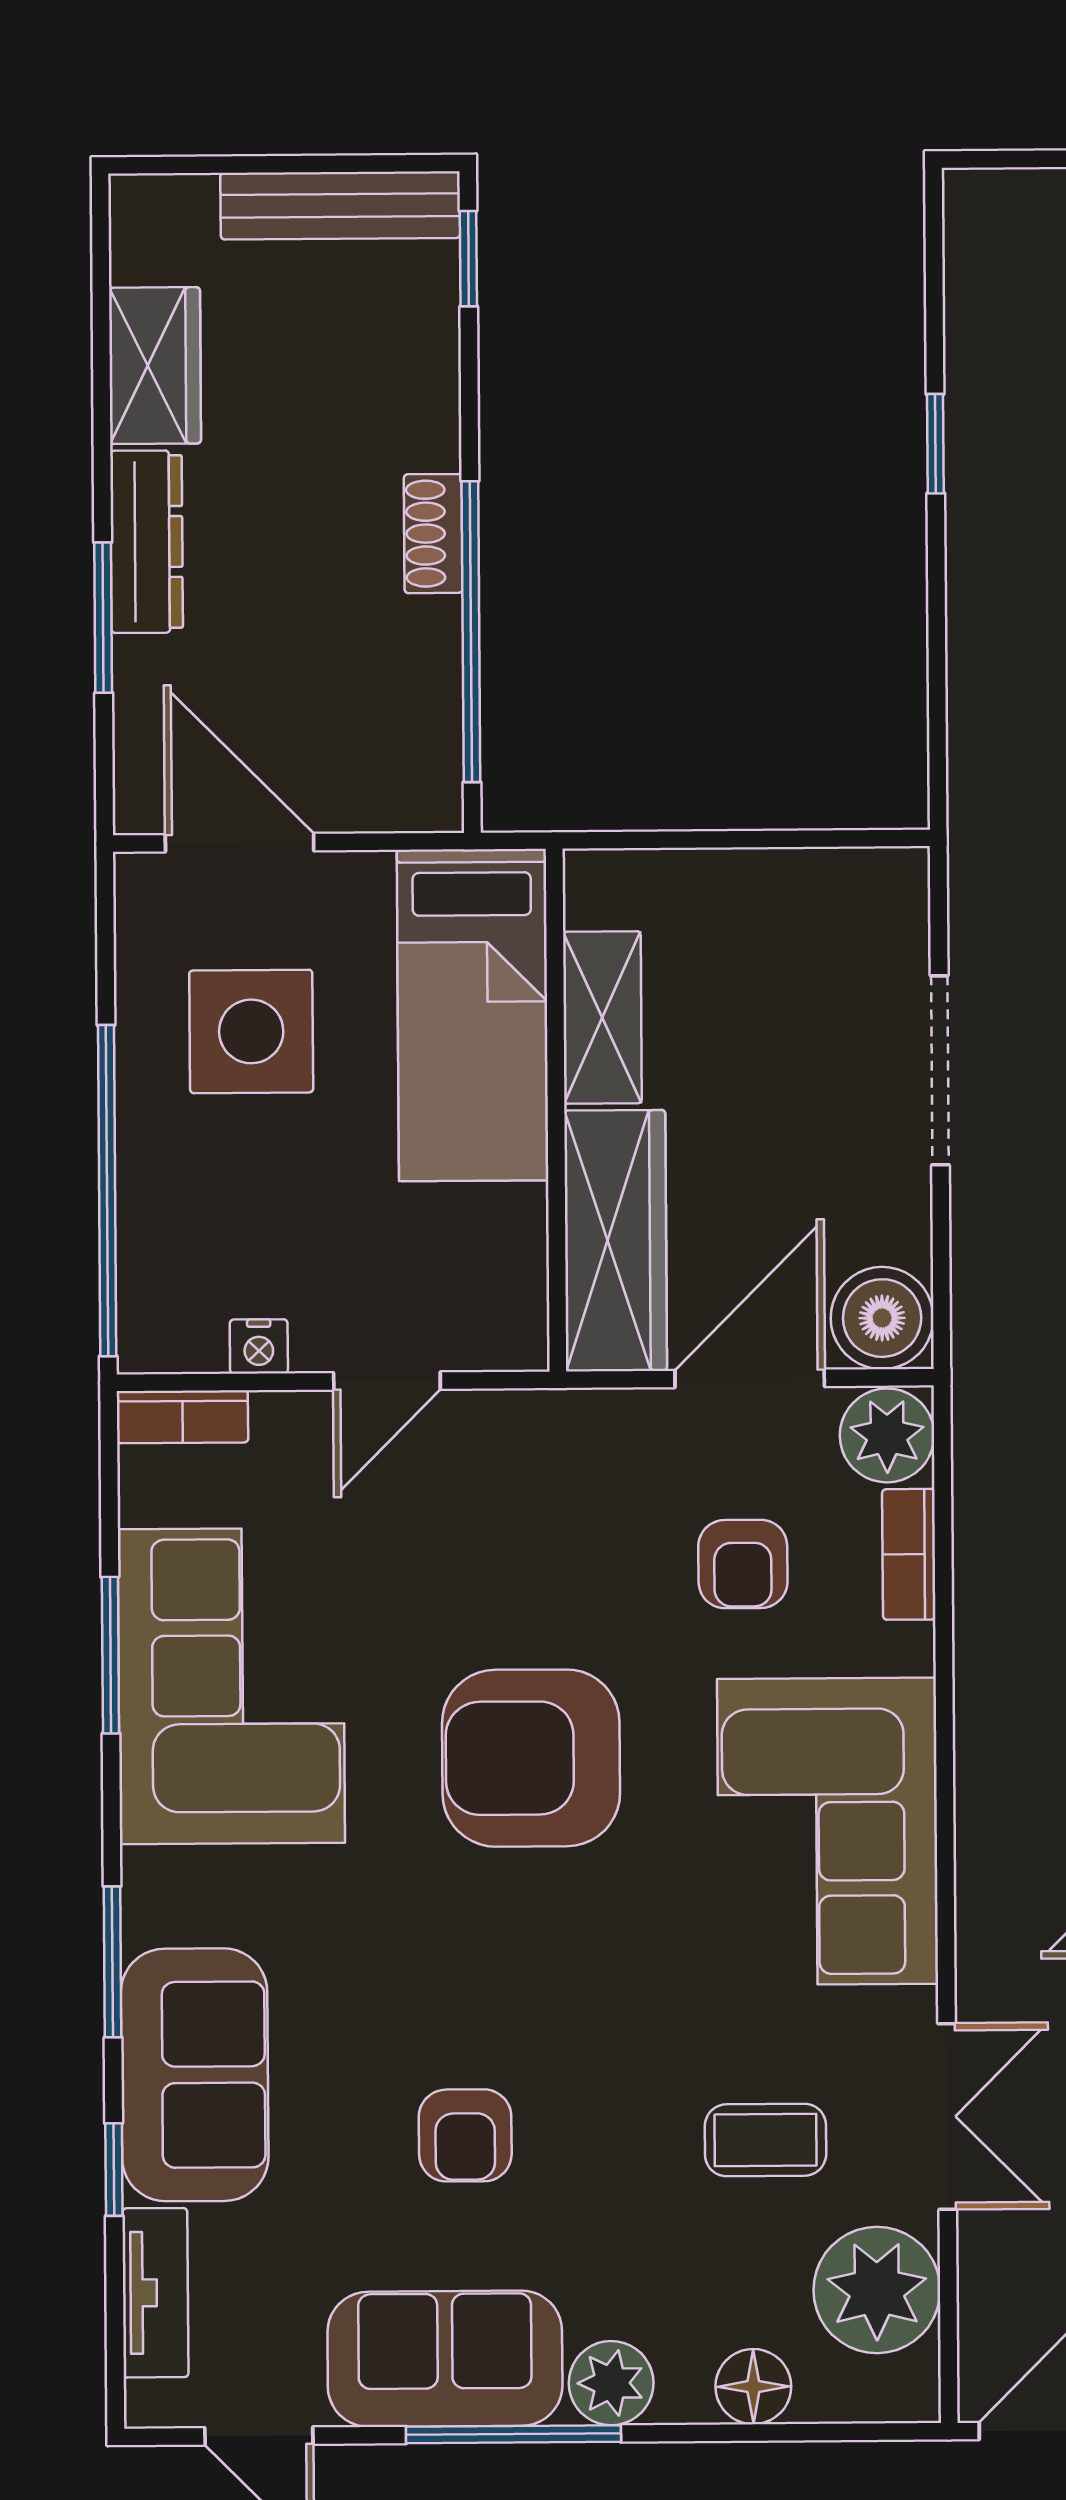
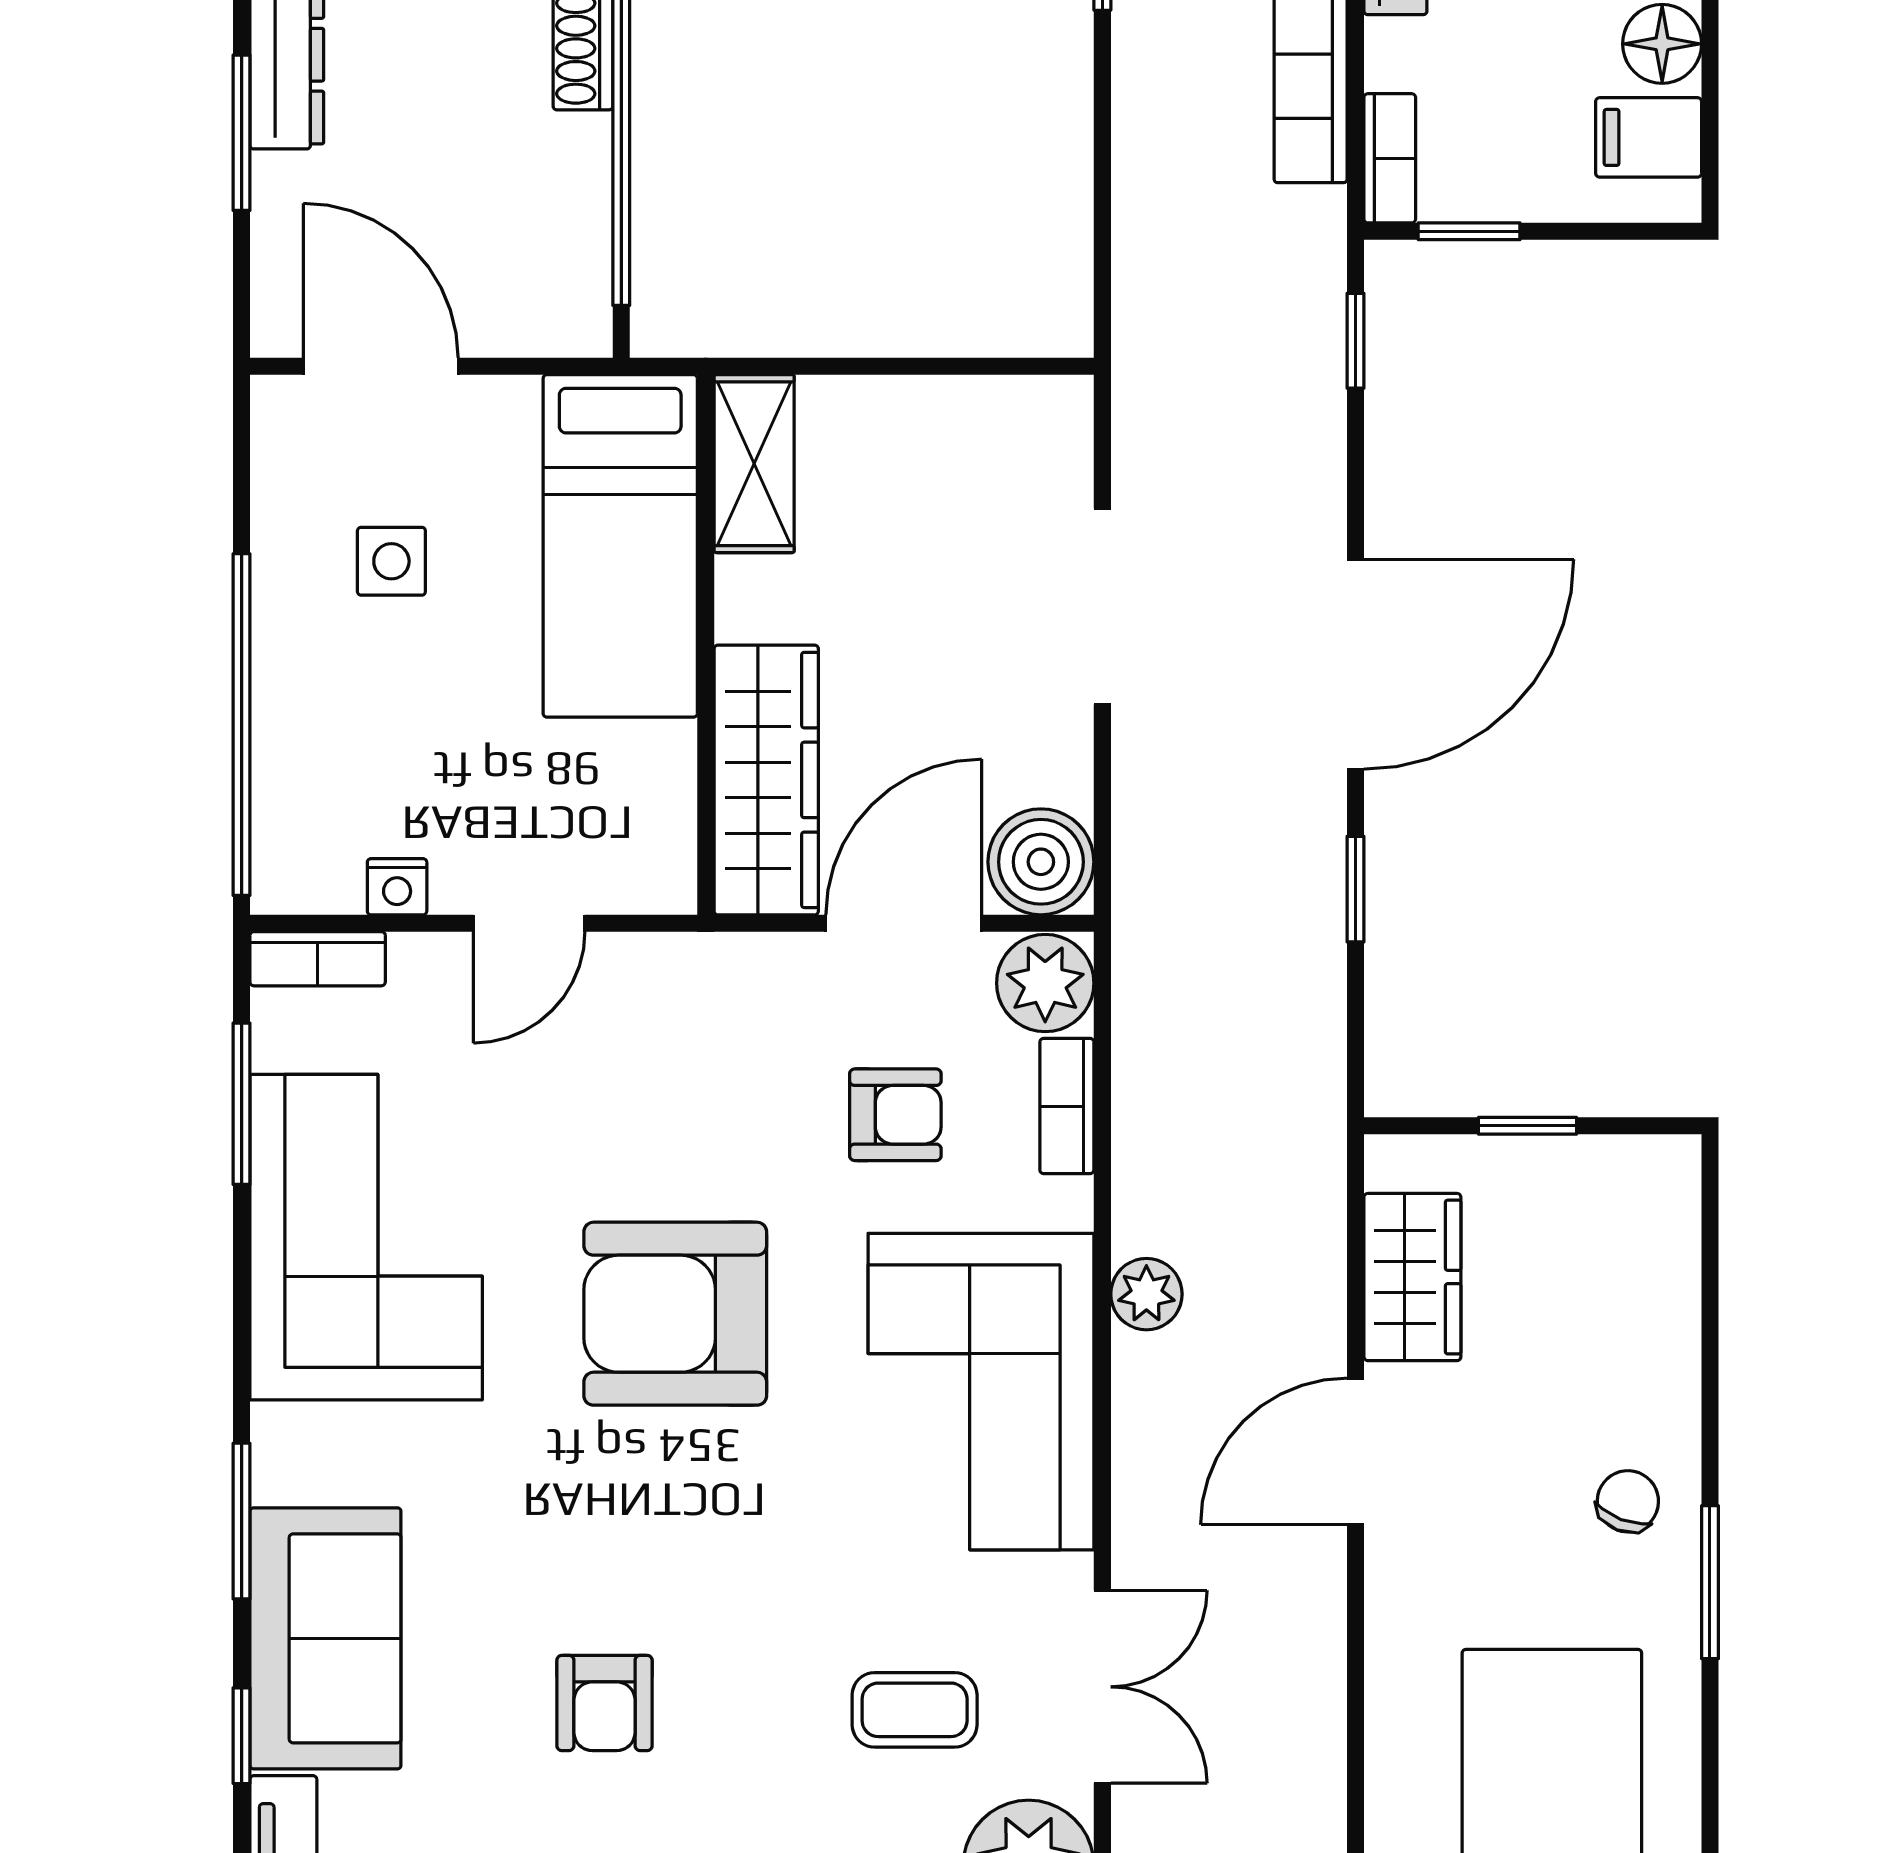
shelving: (602, 1017) -> (754, 464), moved
side table: (251, 1031) -> (391, 561), width x0.54, depth x0.54
armchair: (743, 1564) -> (895, 1115), turned -90
window: (110, 1655) -> (242, 1104), moved
plant: (987, 1736) -> (1146, 1294), added

